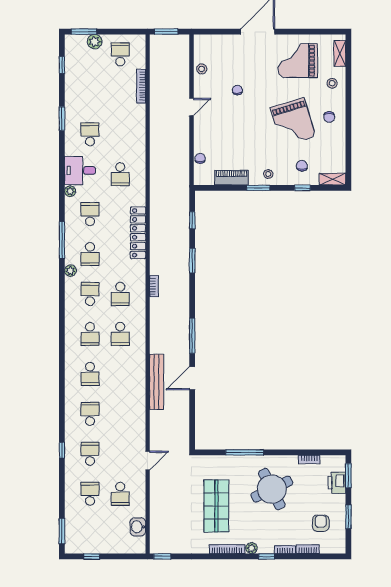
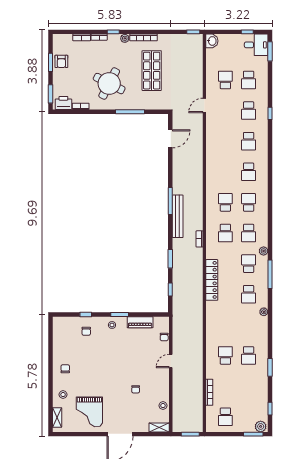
plant: (95, 42) -> (261, 426), moved
grand piano: (298, 61) -> (89, 412), turned 90
door: (191, 107) -> (171, 361), moved
grand piano: (293, 122) -> (93, 365), removed
desk: (80, 170) -> (256, 45), moved
school desk: (120, 174) -> (225, 355), moved
shelving: (332, 179) -> (159, 428), moved
school desk: (120, 294) -> (225, 233), turned 180
school desk: (90, 374) -> (249, 172), turned 180
door: (192, 378) -> (170, 139), moved
bench: (157, 382) -> (178, 216), moved
printer: (337, 483) -> (63, 103), moved, turned -90
round table: (272, 489) -> (109, 84), turned -37
armchair: (321, 523) -> (61, 61), moved
washbasin: (138, 527) -> (212, 41), moved

